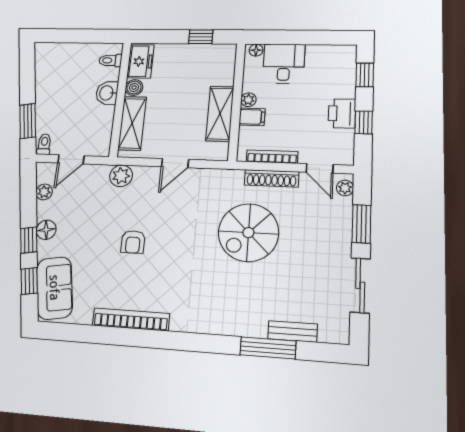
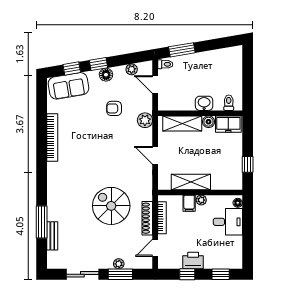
plant: (345, 188) -> (119, 264), moved
armchair: (133, 242) -> (114, 108), moved

